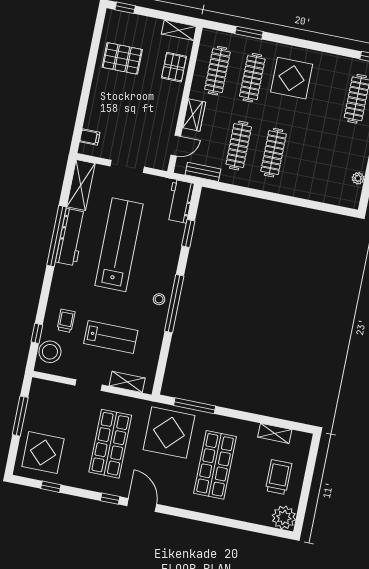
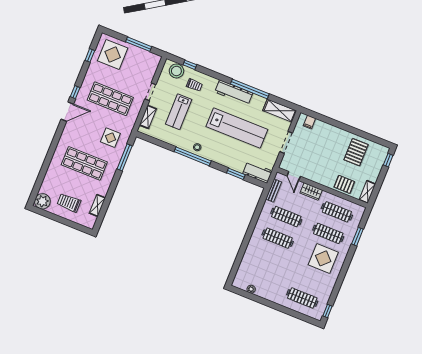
workbench: (71, 237) -> (234, 93), moved
display table: (169, 433) -> (110, 138), width x0.54, depth x0.54
trolley: (279, 477) -> (69, 203), turned 180

